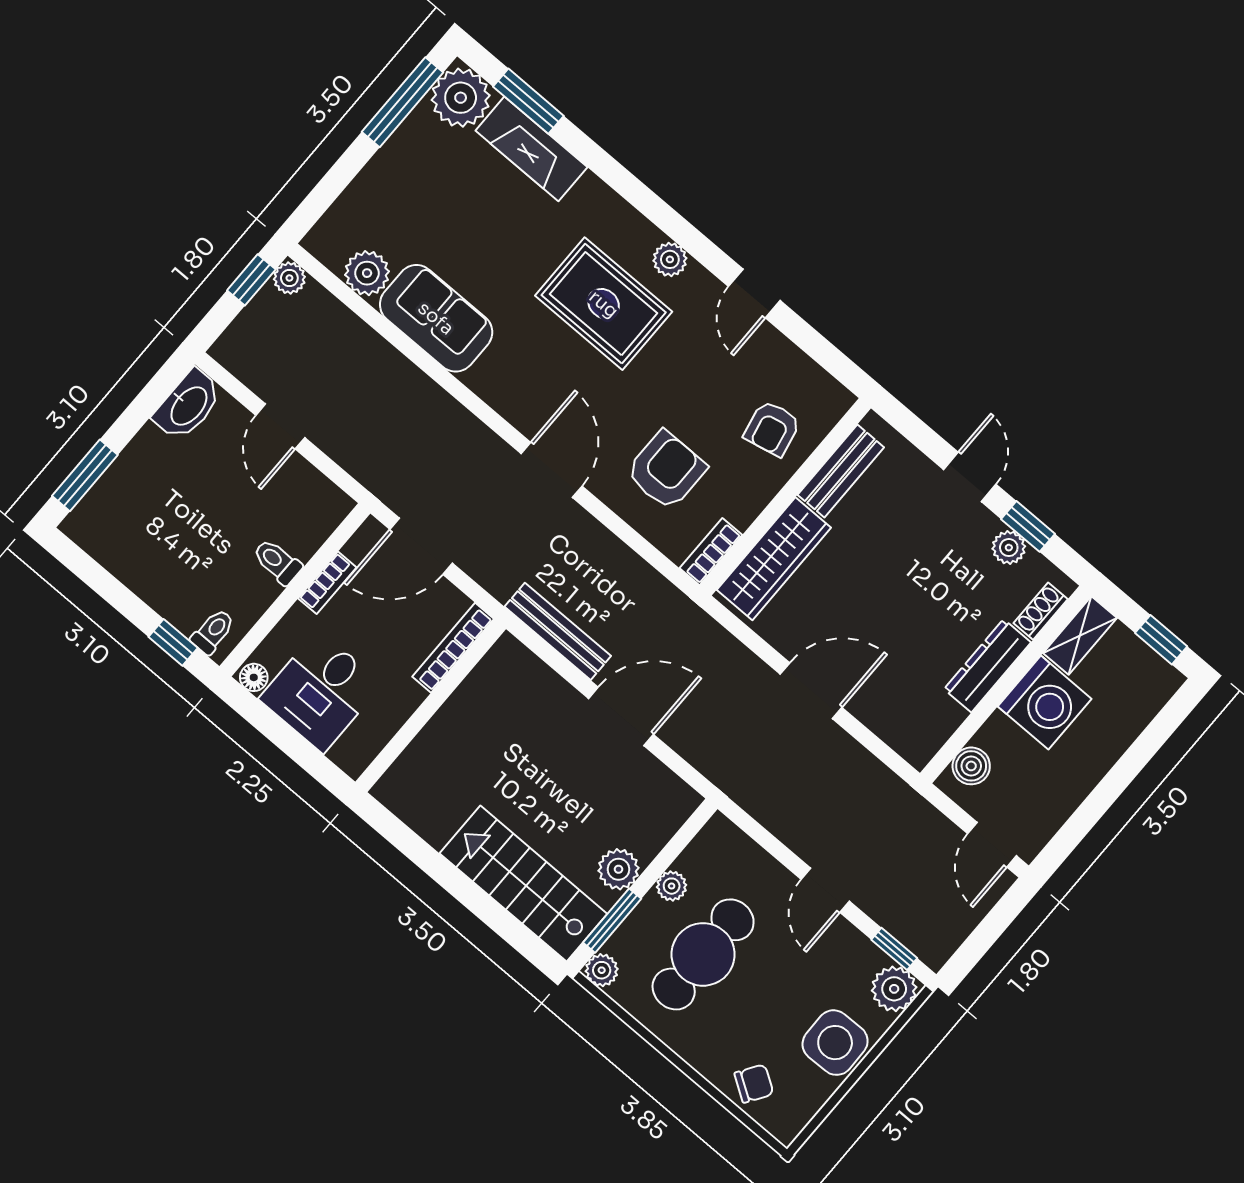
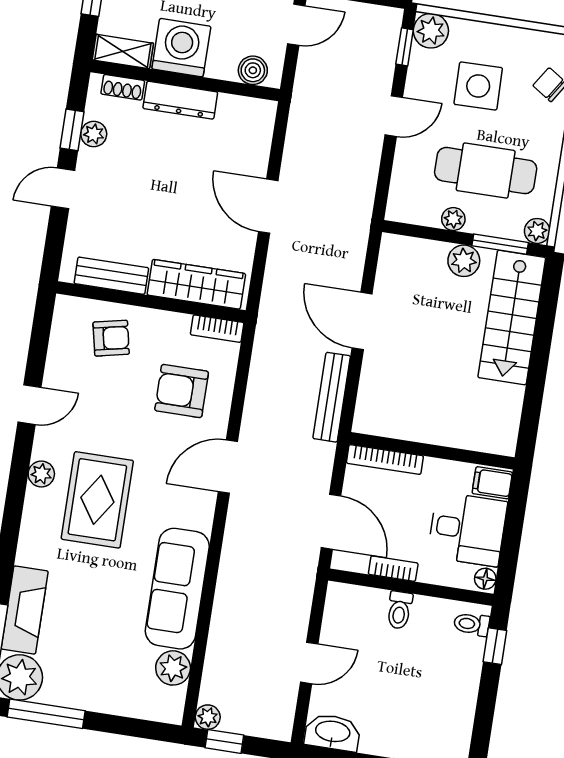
sofa: (436, 318) -> (177, 589), width x1.36
filing cabinet: (355, 750) -> (492, 483), added
side table: (835, 1043) -> (478, 86), moved

